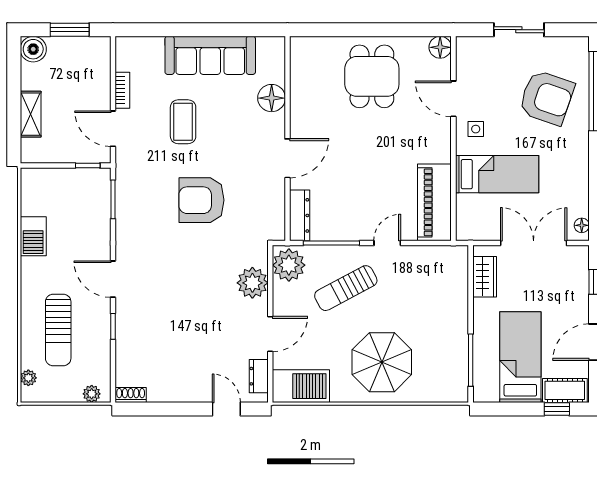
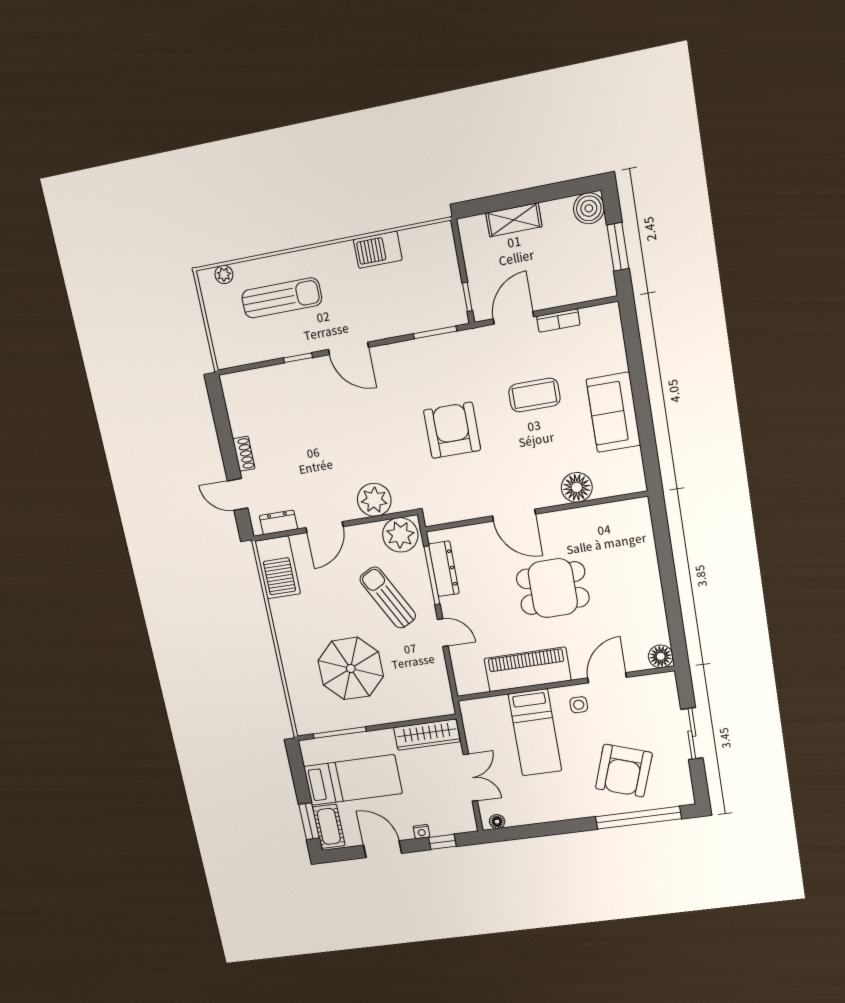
sofa: (210, 55) -> (613, 412), width x0.73
dining table: (372, 76) -> (553, 588), moved
piano: (434, 202) -> (527, 669), moved
dresser: (300, 215) -> (444, 569), moved, turned -90
double door: (534, 243) -> (470, 778), width x0.73
wardrobe: (485, 277) -> (427, 735), width x1.50
door: (113, 279) -> (348, 348), swing flipped
nightstand: (582, 300) -> (422, 832), added
sun lounger: (58, 330) -> (282, 298), turned 180
door: (270, 334) -> (324, 527), hinge flipped
parasol: (382, 362) -> (351, 668), moved
plant: (92, 394) -> (222, 348), removed
shoe rack: (131, 395) -> (244, 454), moved
door: (226, 409) -> (238, 494), swing flipped
window: (557, 409) -> (309, 821), width x1.50

